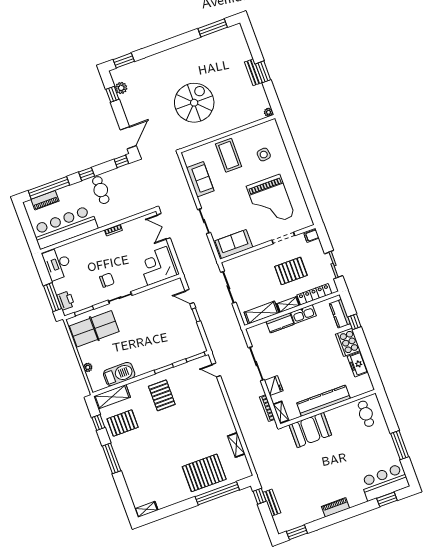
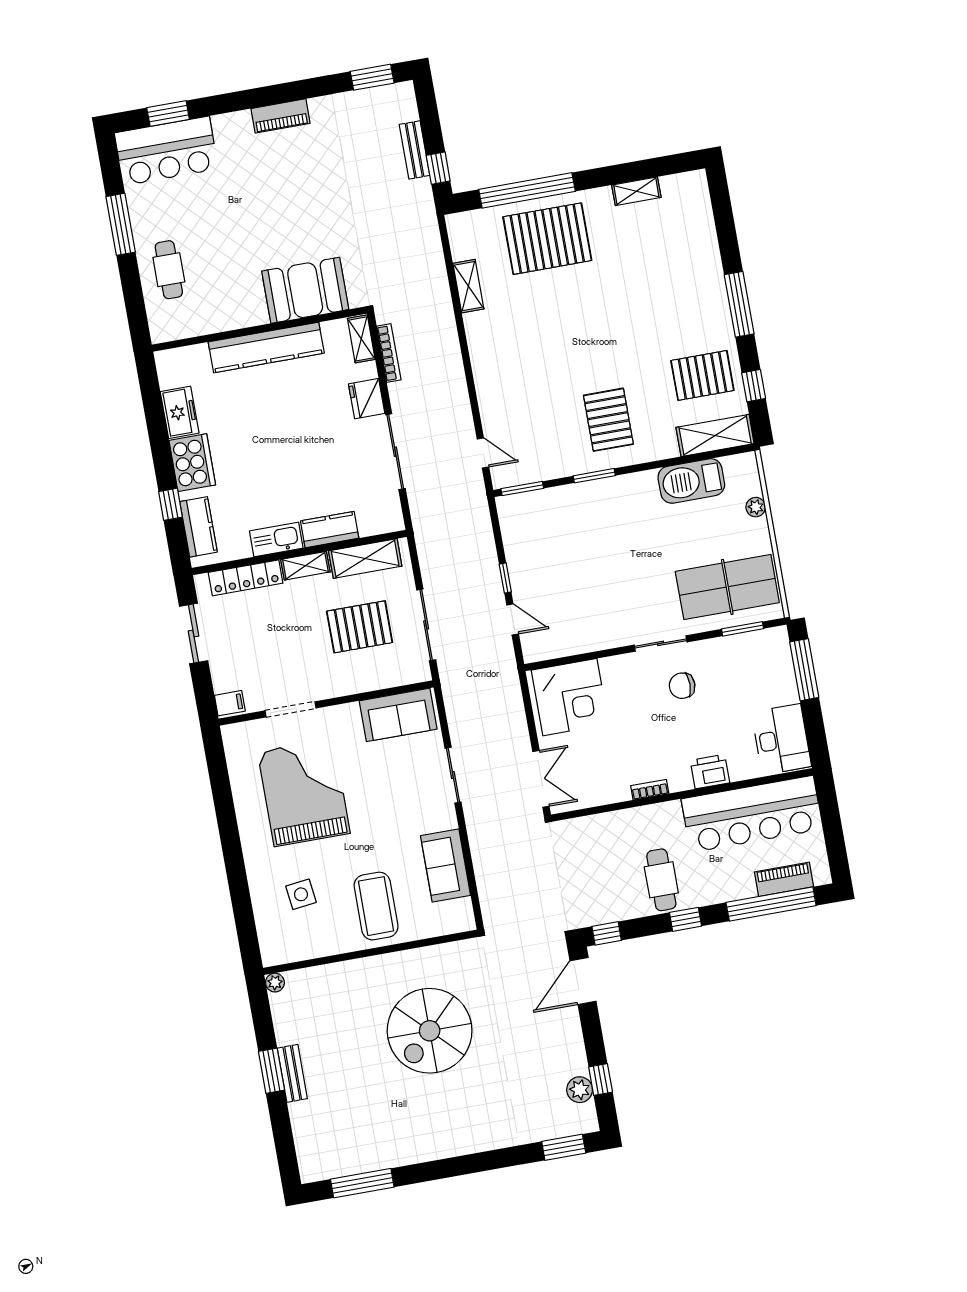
pallet: (291, 271) -> (360, 627), moved
printer: (66, 301) -> (710, 772), moved, turned 90
cafe table: (366, 414) -> (169, 270), moved
shelving: (146, 509) -> (636, 191), moved

